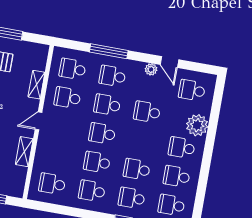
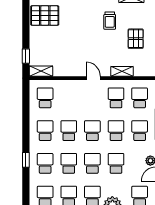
school desk: (142, 141) -> (92, 163), added
shelving: (24, 152) -> (41, 71), moved

